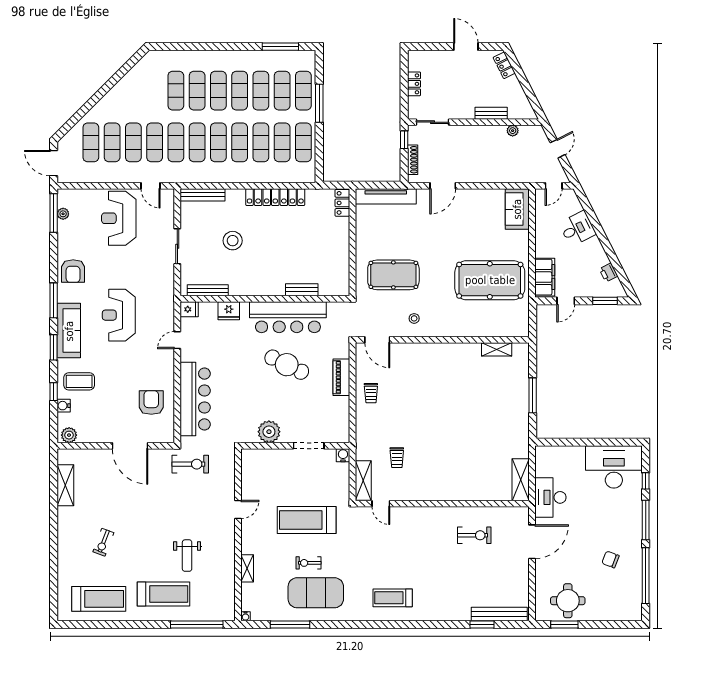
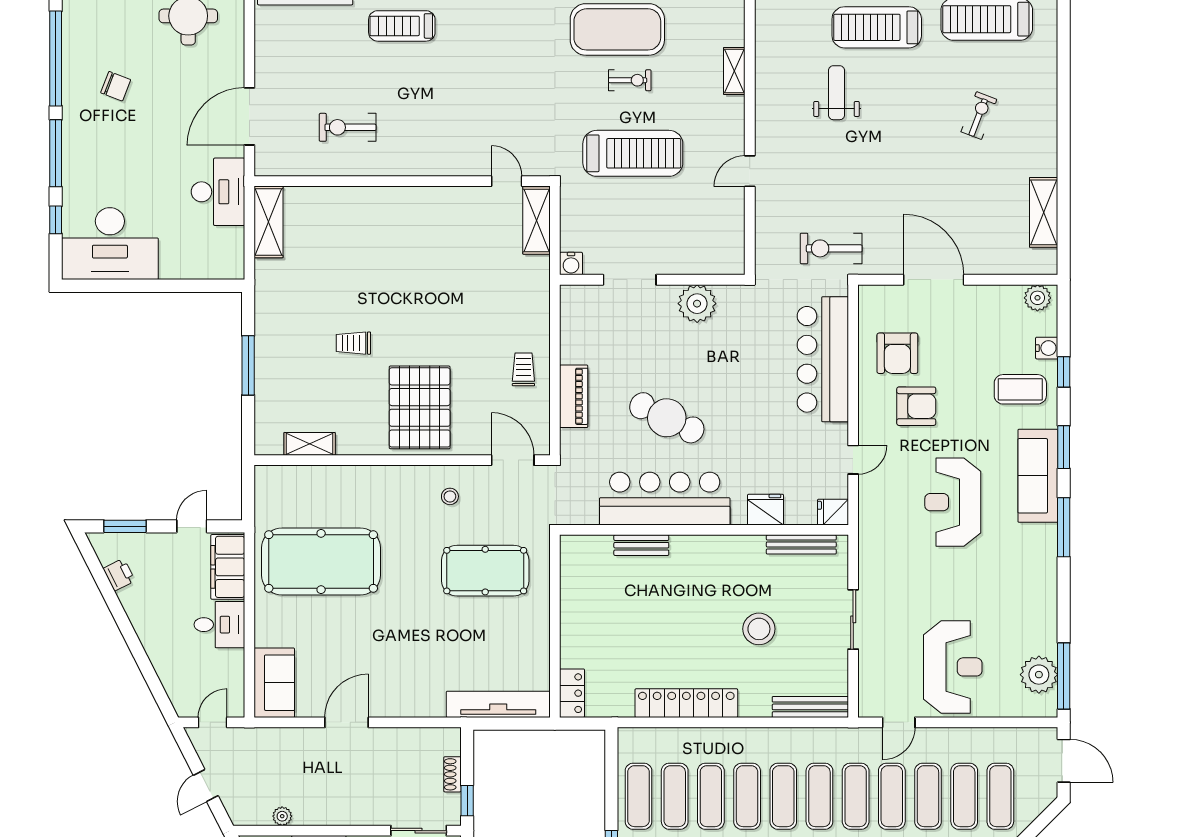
shoe rack: (413, 160) -> (452, 774), width x0.70
door: (151, 186) -> (899, 722), swing flipped
door: (443, 186) -> (347, 722), moved
plant: (63, 214) -> (1039, 675), width x1.87, depth x1.87
desk: (577, 229) -> (219, 625), moved, turned -153
armchair: (73, 271) -> (916, 406), moved, turned 90
reception desk: (119, 315) -> (953, 502), turned 180
pallet: (432, 371) -> (420, 407), added
trolley: (397, 458) -> (353, 343), moved, turned -90
treadmill: (393, 598) -> (402, 26), moved, turned 180

